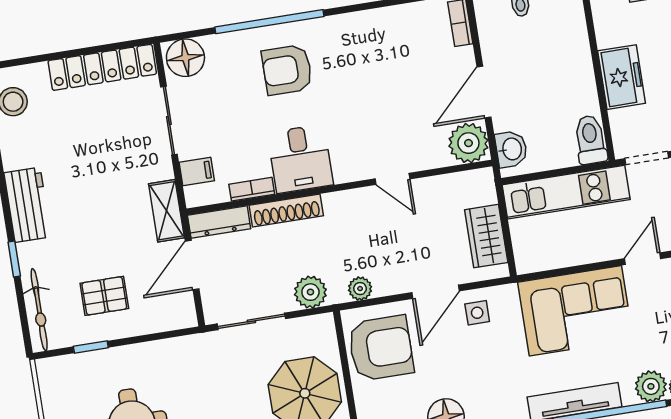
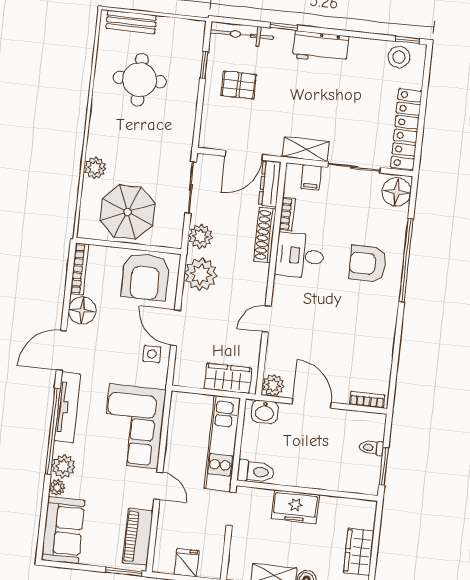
armchair: (287, 70) -> (367, 264), turned -90
plant: (468, 143) -> (273, 385), width x0.73, depth x0.73
shelving: (166, 211) -> (306, 149), moved
wardrobe: (486, 236) -> (228, 378), moved
door: (192, 265) -> (244, 155), swing flipped
plant: (360, 289) -> (201, 274), width x1.87, depth x1.87
pallet: (104, 296) -> (239, 85), turned 90

